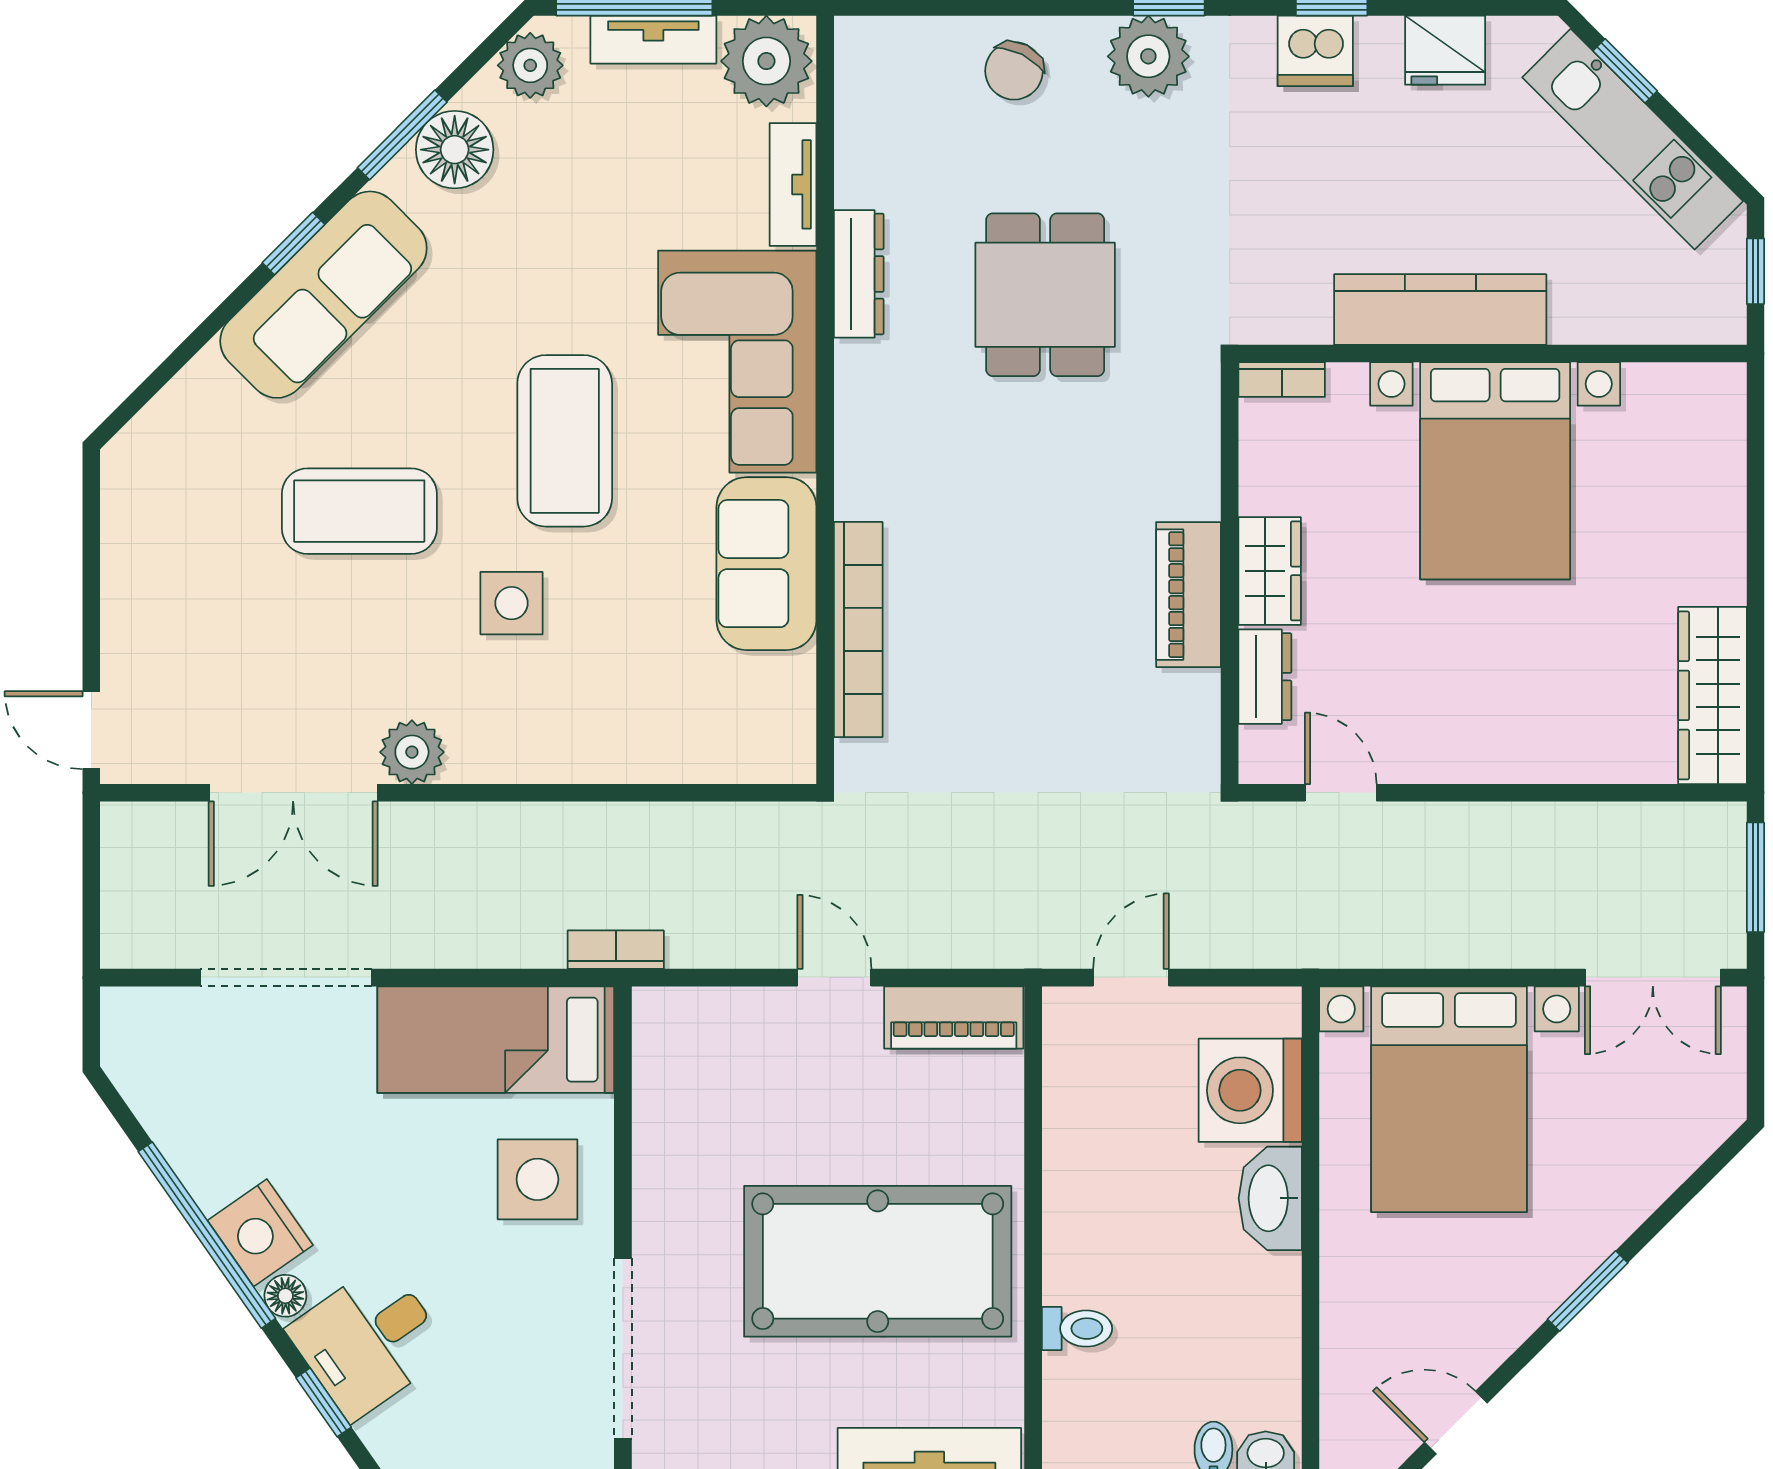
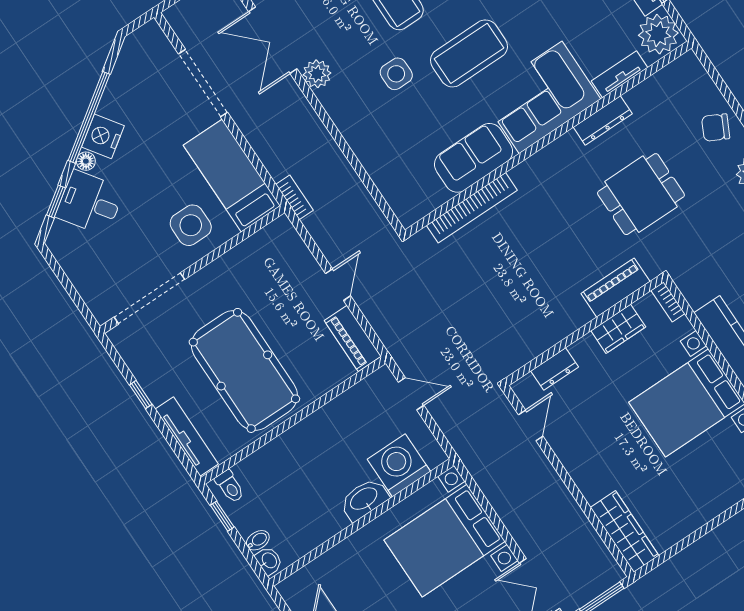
wardrobe: (1270, 571) -> (618, 329), moved
piano: (1189, 595) -> (615, 288), moved
wardrobe: (1713, 695) -> (625, 532), moved, turned 90
toilet: (1077, 1329) -> (230, 486), moved

